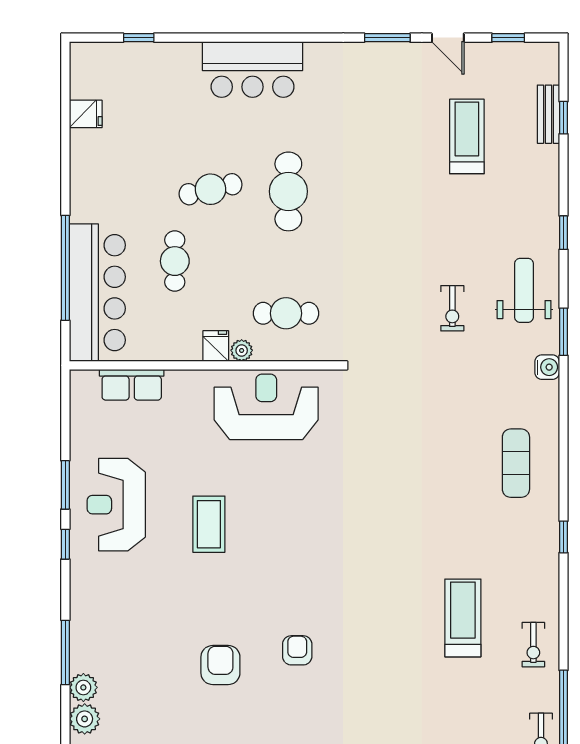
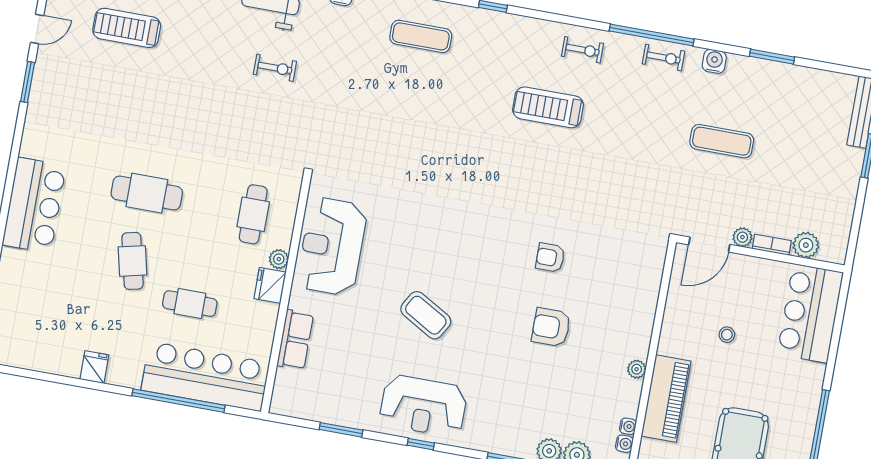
fridge: (86, 114) -> (94, 367), moved
fridge: (216, 346) -> (270, 285), width x1.38
row of seats: (132, 385) -> (295, 340), moved
window: (65, 485) -> (341, 430), moved
reception desk: (116, 505) -> (423, 406), moved
coffee table: (209, 524) -> (426, 315), turned 30

